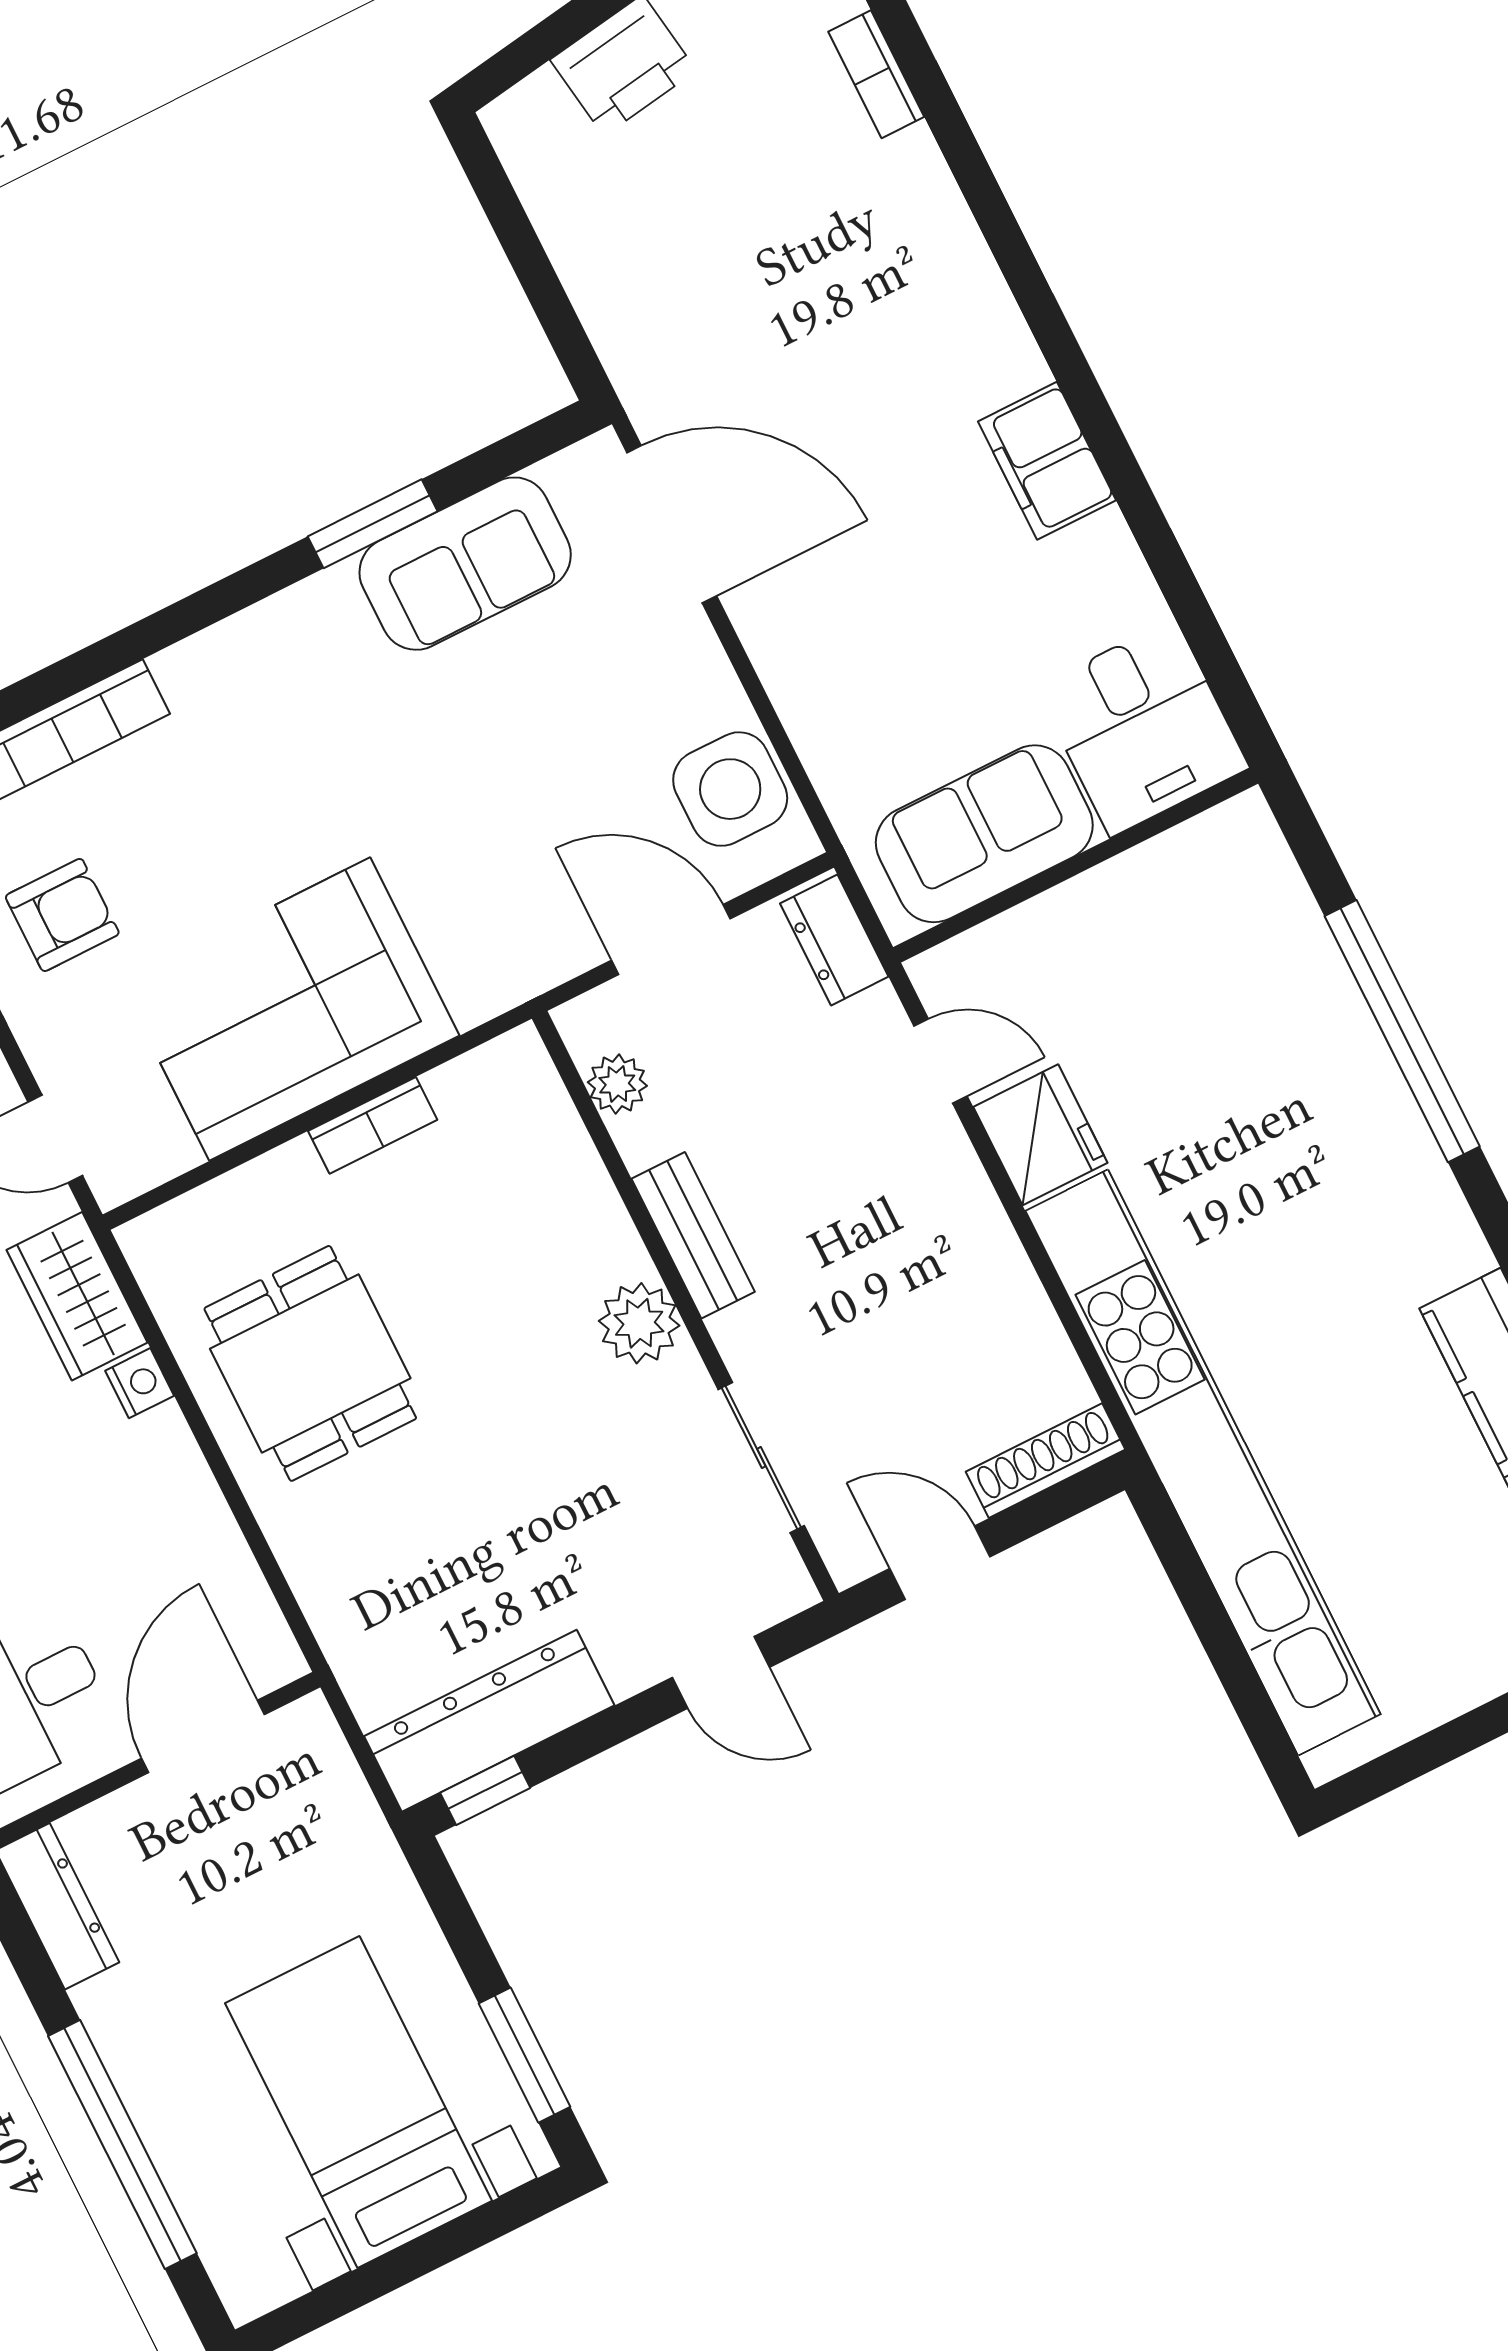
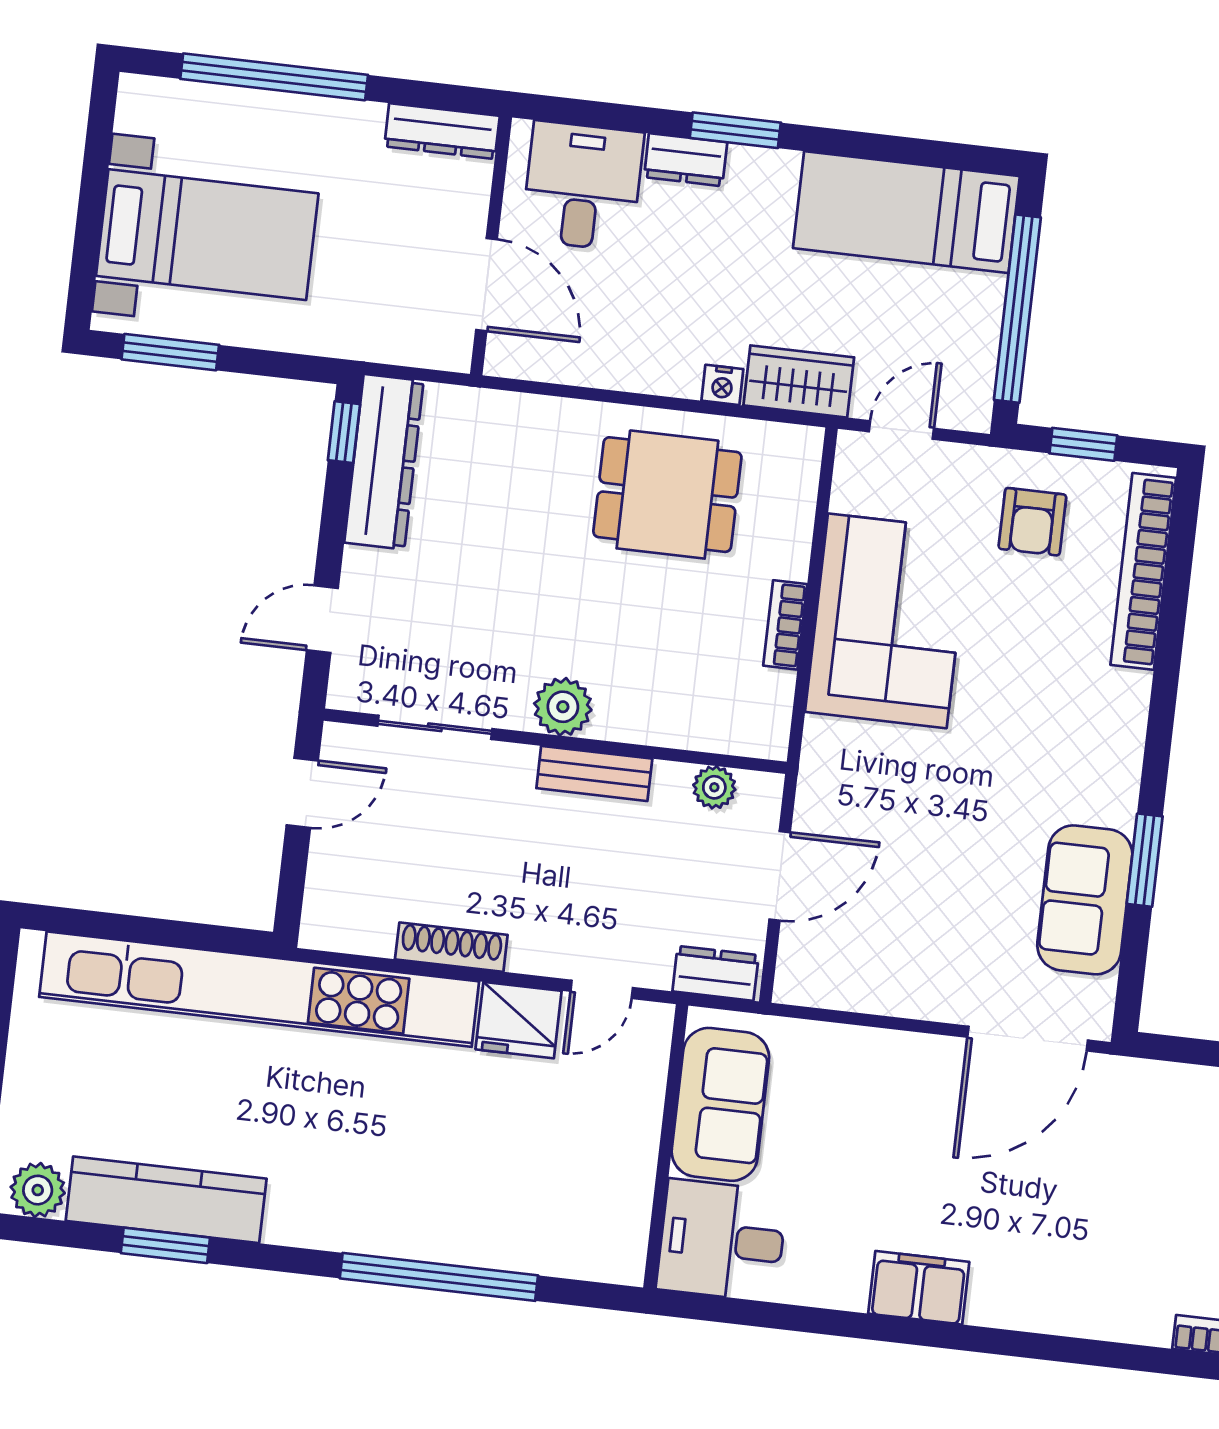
side table: (730, 789) -> (846, 970), removed
shoe rack: (1045, 1461) -> (451, 947), moved, turned -90

